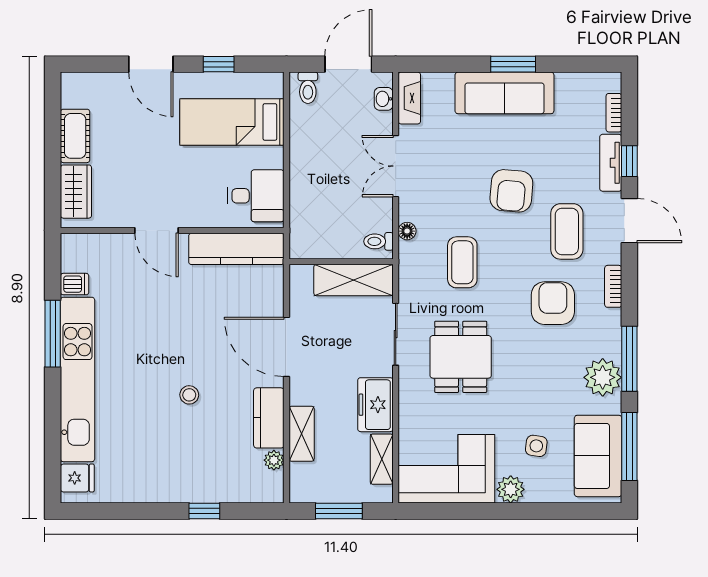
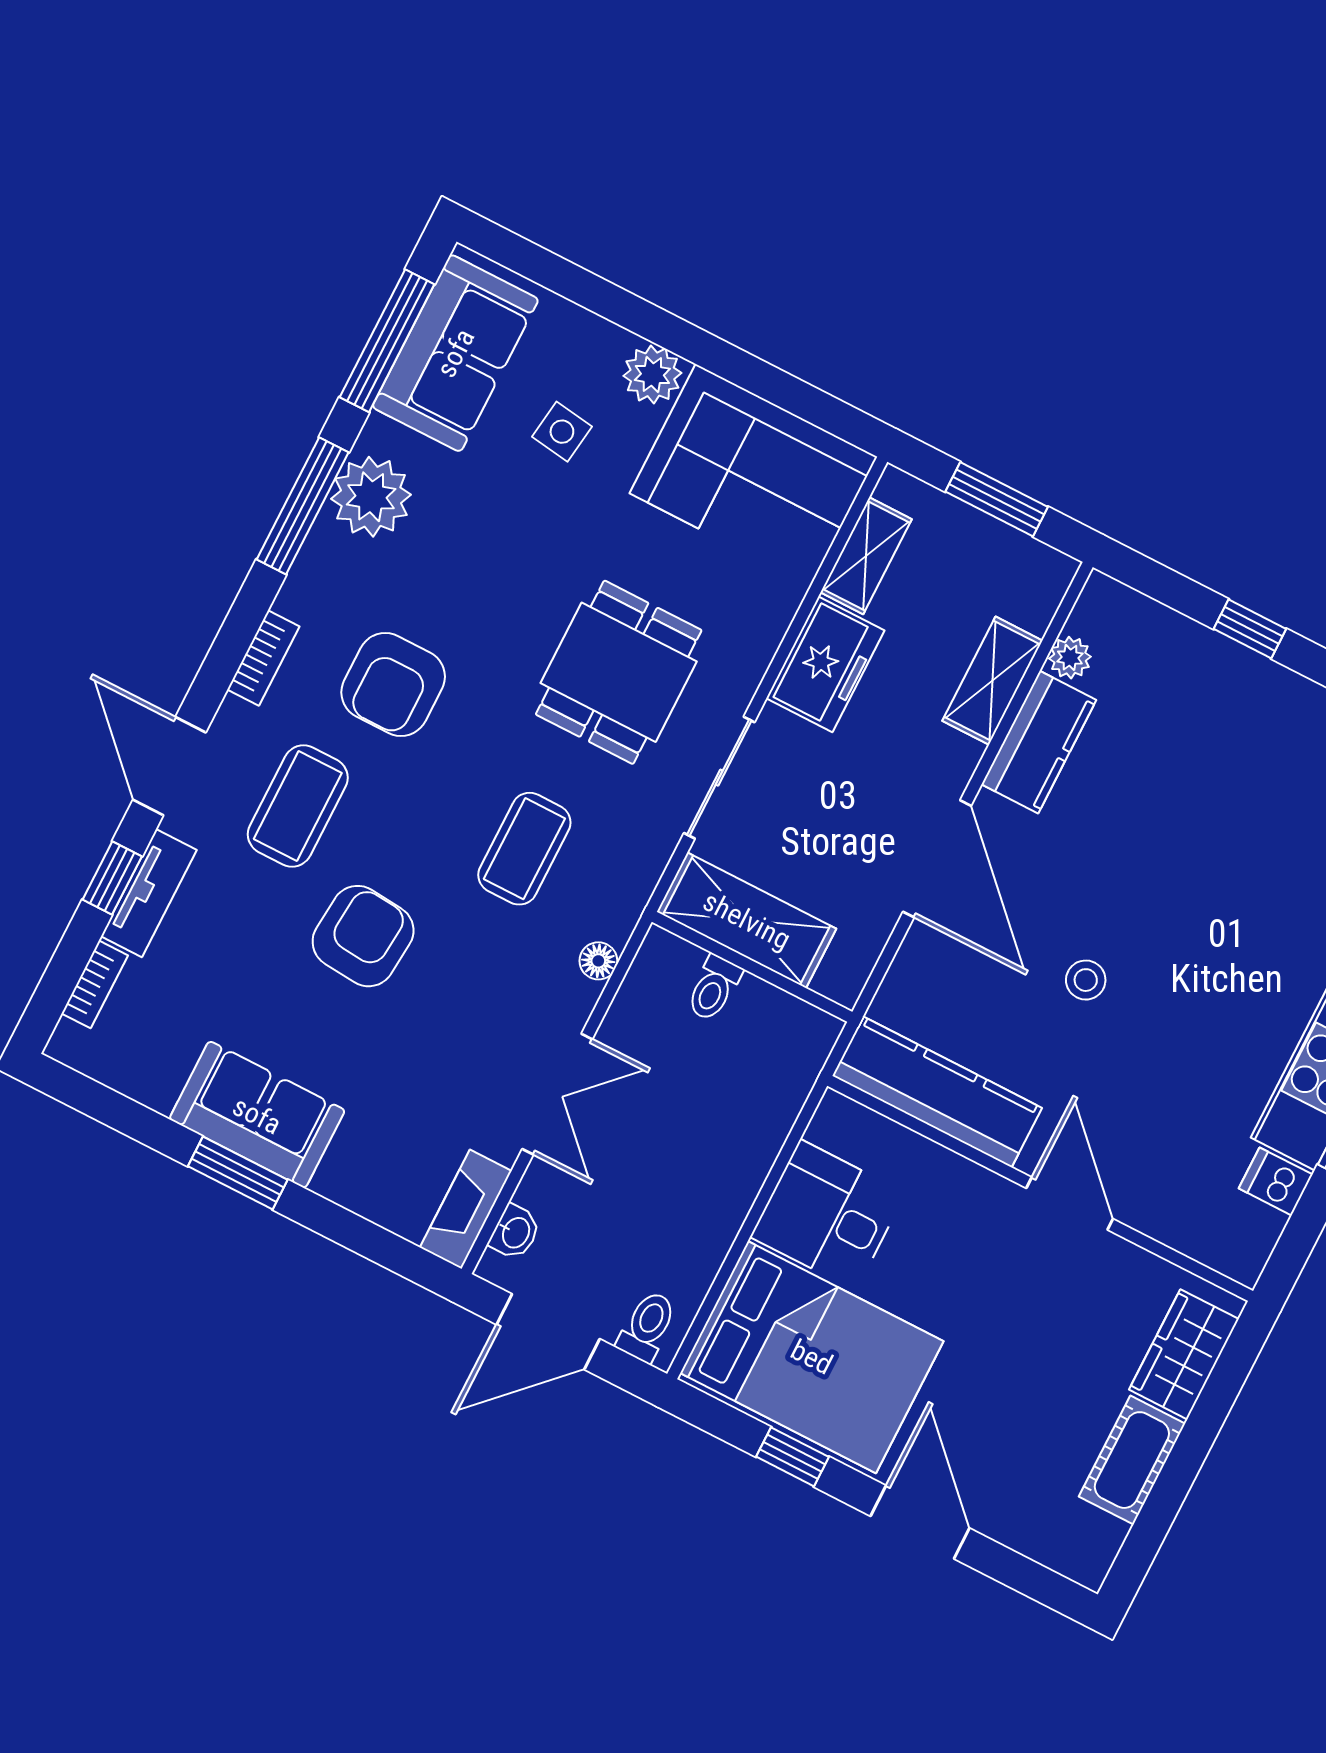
sofa: (504, 93) -> (257, 1115), width x0.73
bed: (232, 122) -> (812, 1357), width x1.50
desk: (256, 196) -> (828, 1215), moved
toilet: (378, 241) -> (714, 988), moved, turned 90
stool: (189, 395) -> (1086, 980), moved

